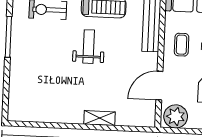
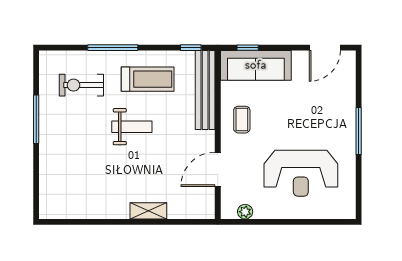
weight bench: (89, 47) -> (132, 127), turned 90
plant: (176, 116) -> (245, 212), width x0.53, depth x0.53

